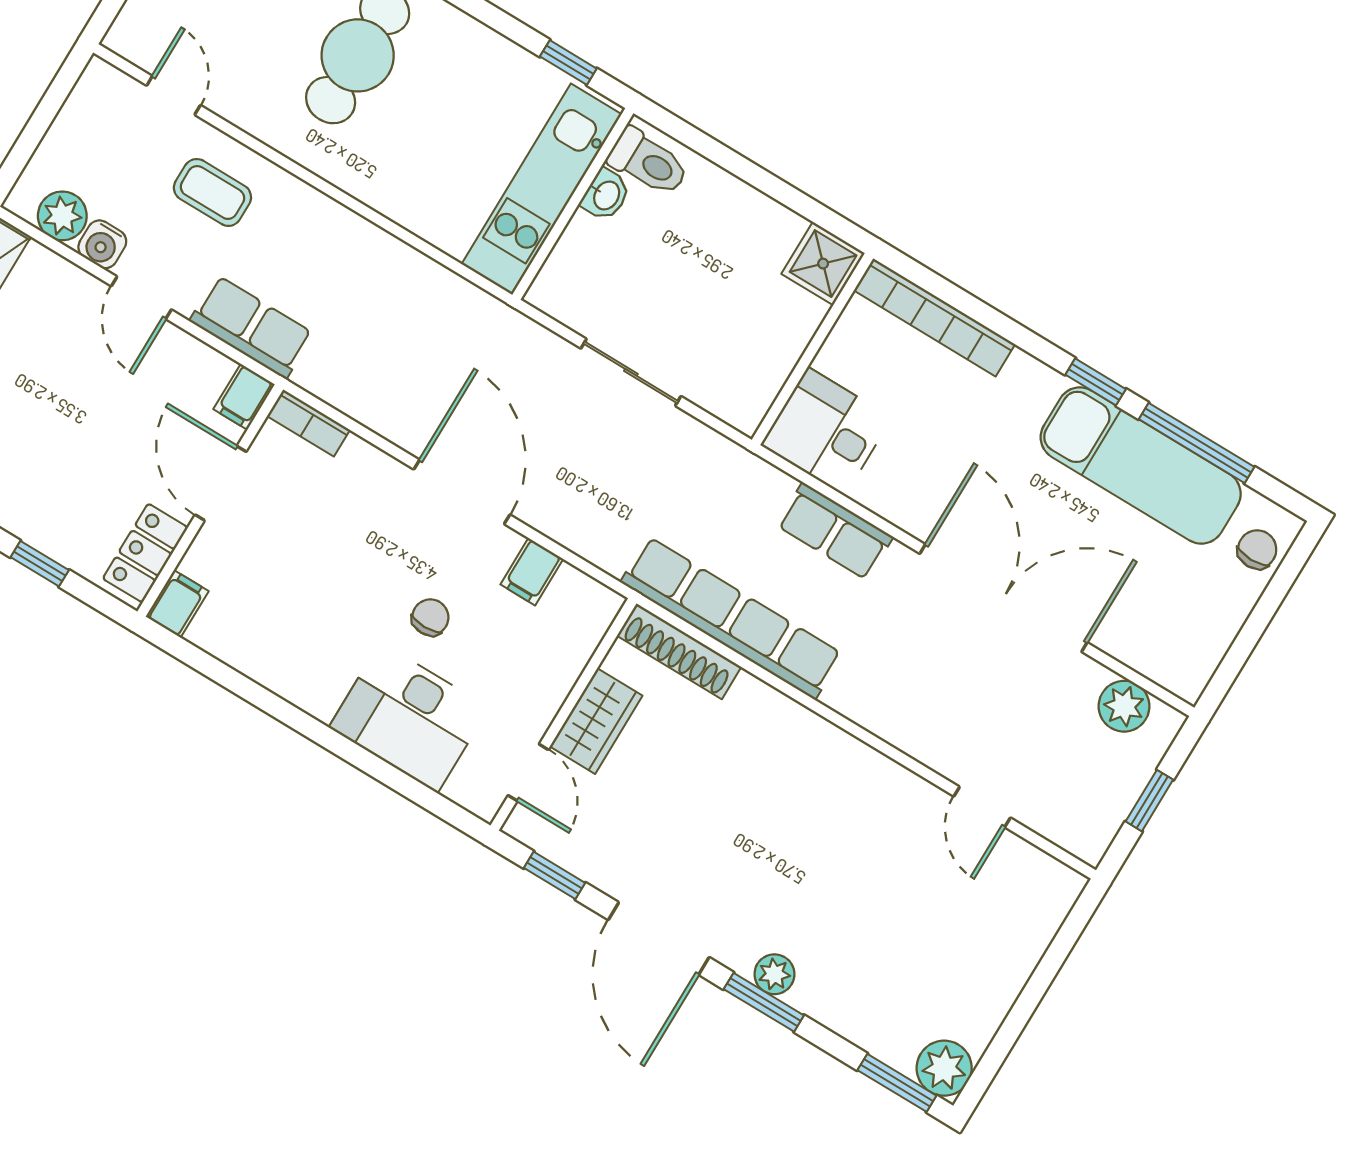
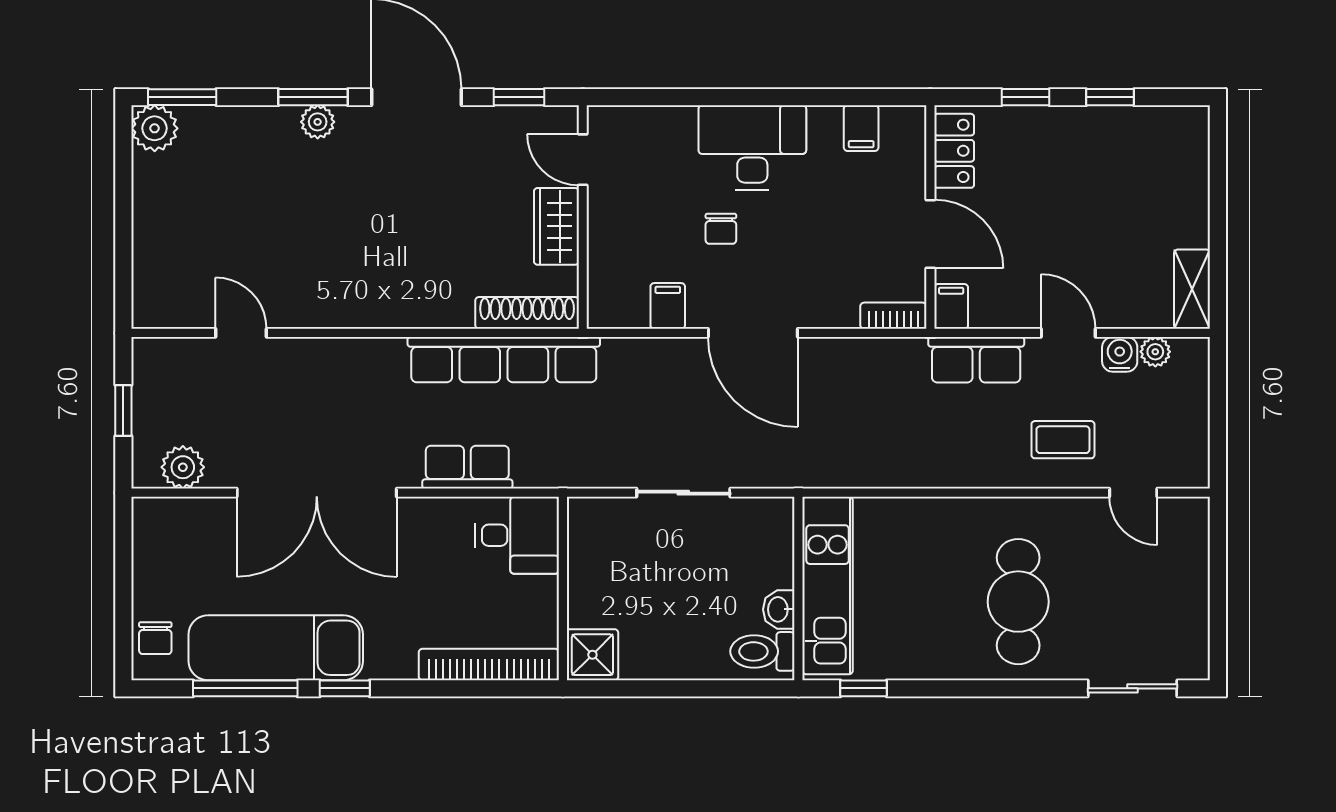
plant: (62, 216) -> (1155, 352), width x0.73, depth x0.73
filing cabinet: (177, 604) -> (861, 128), moved
desk: (409, 718) -> (752, 147), moved

